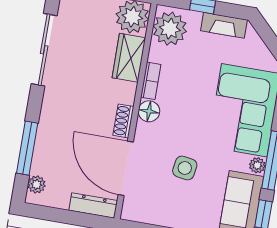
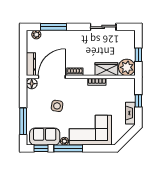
plant: (170, 29) -> (124, 87), removed
sliding door: (44, 50) -> (103, 27), width x0.73
floor lamp: (149, 111) -> (32, 84), moved

